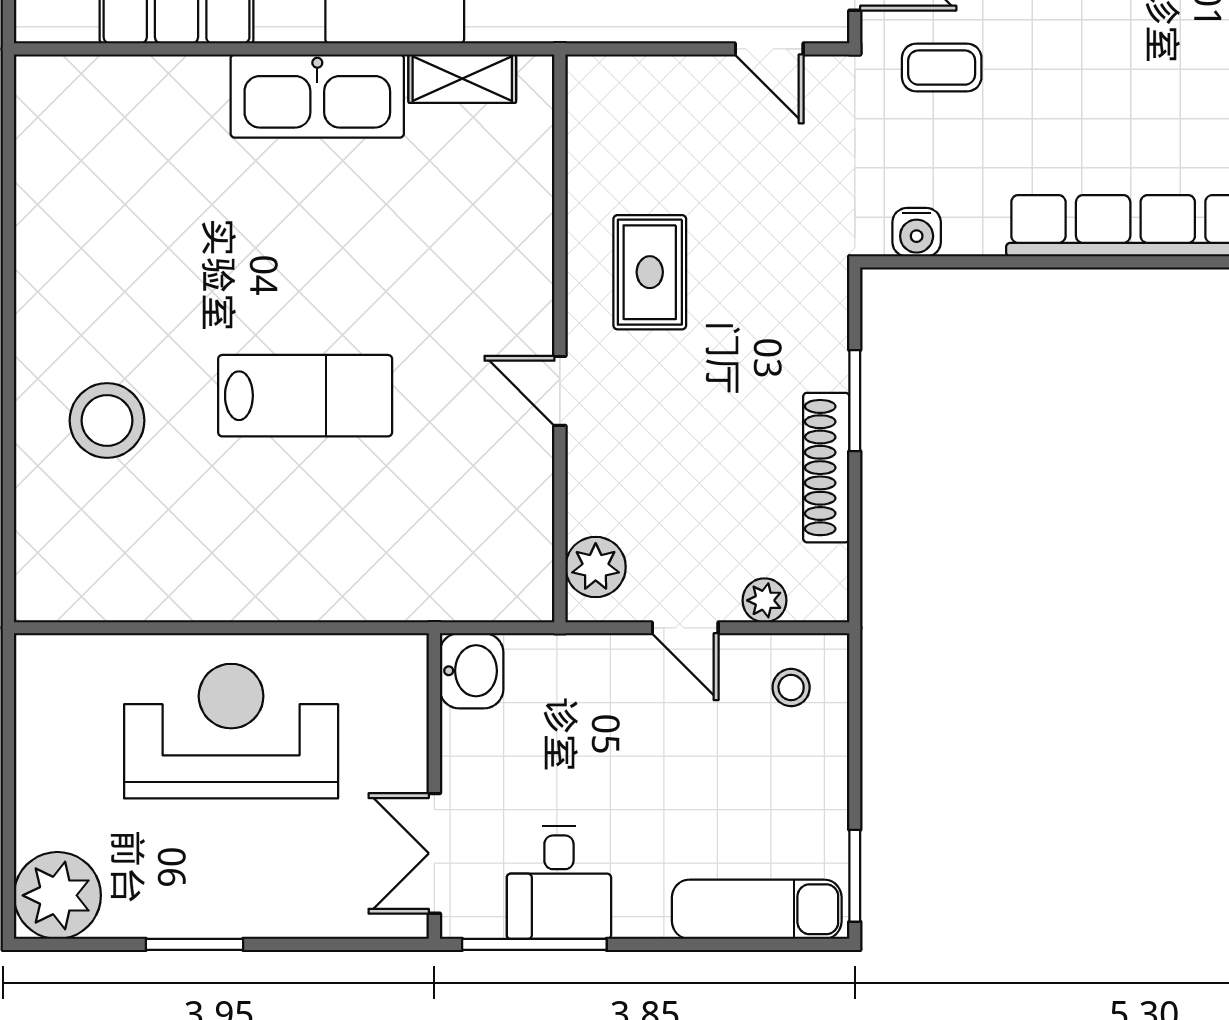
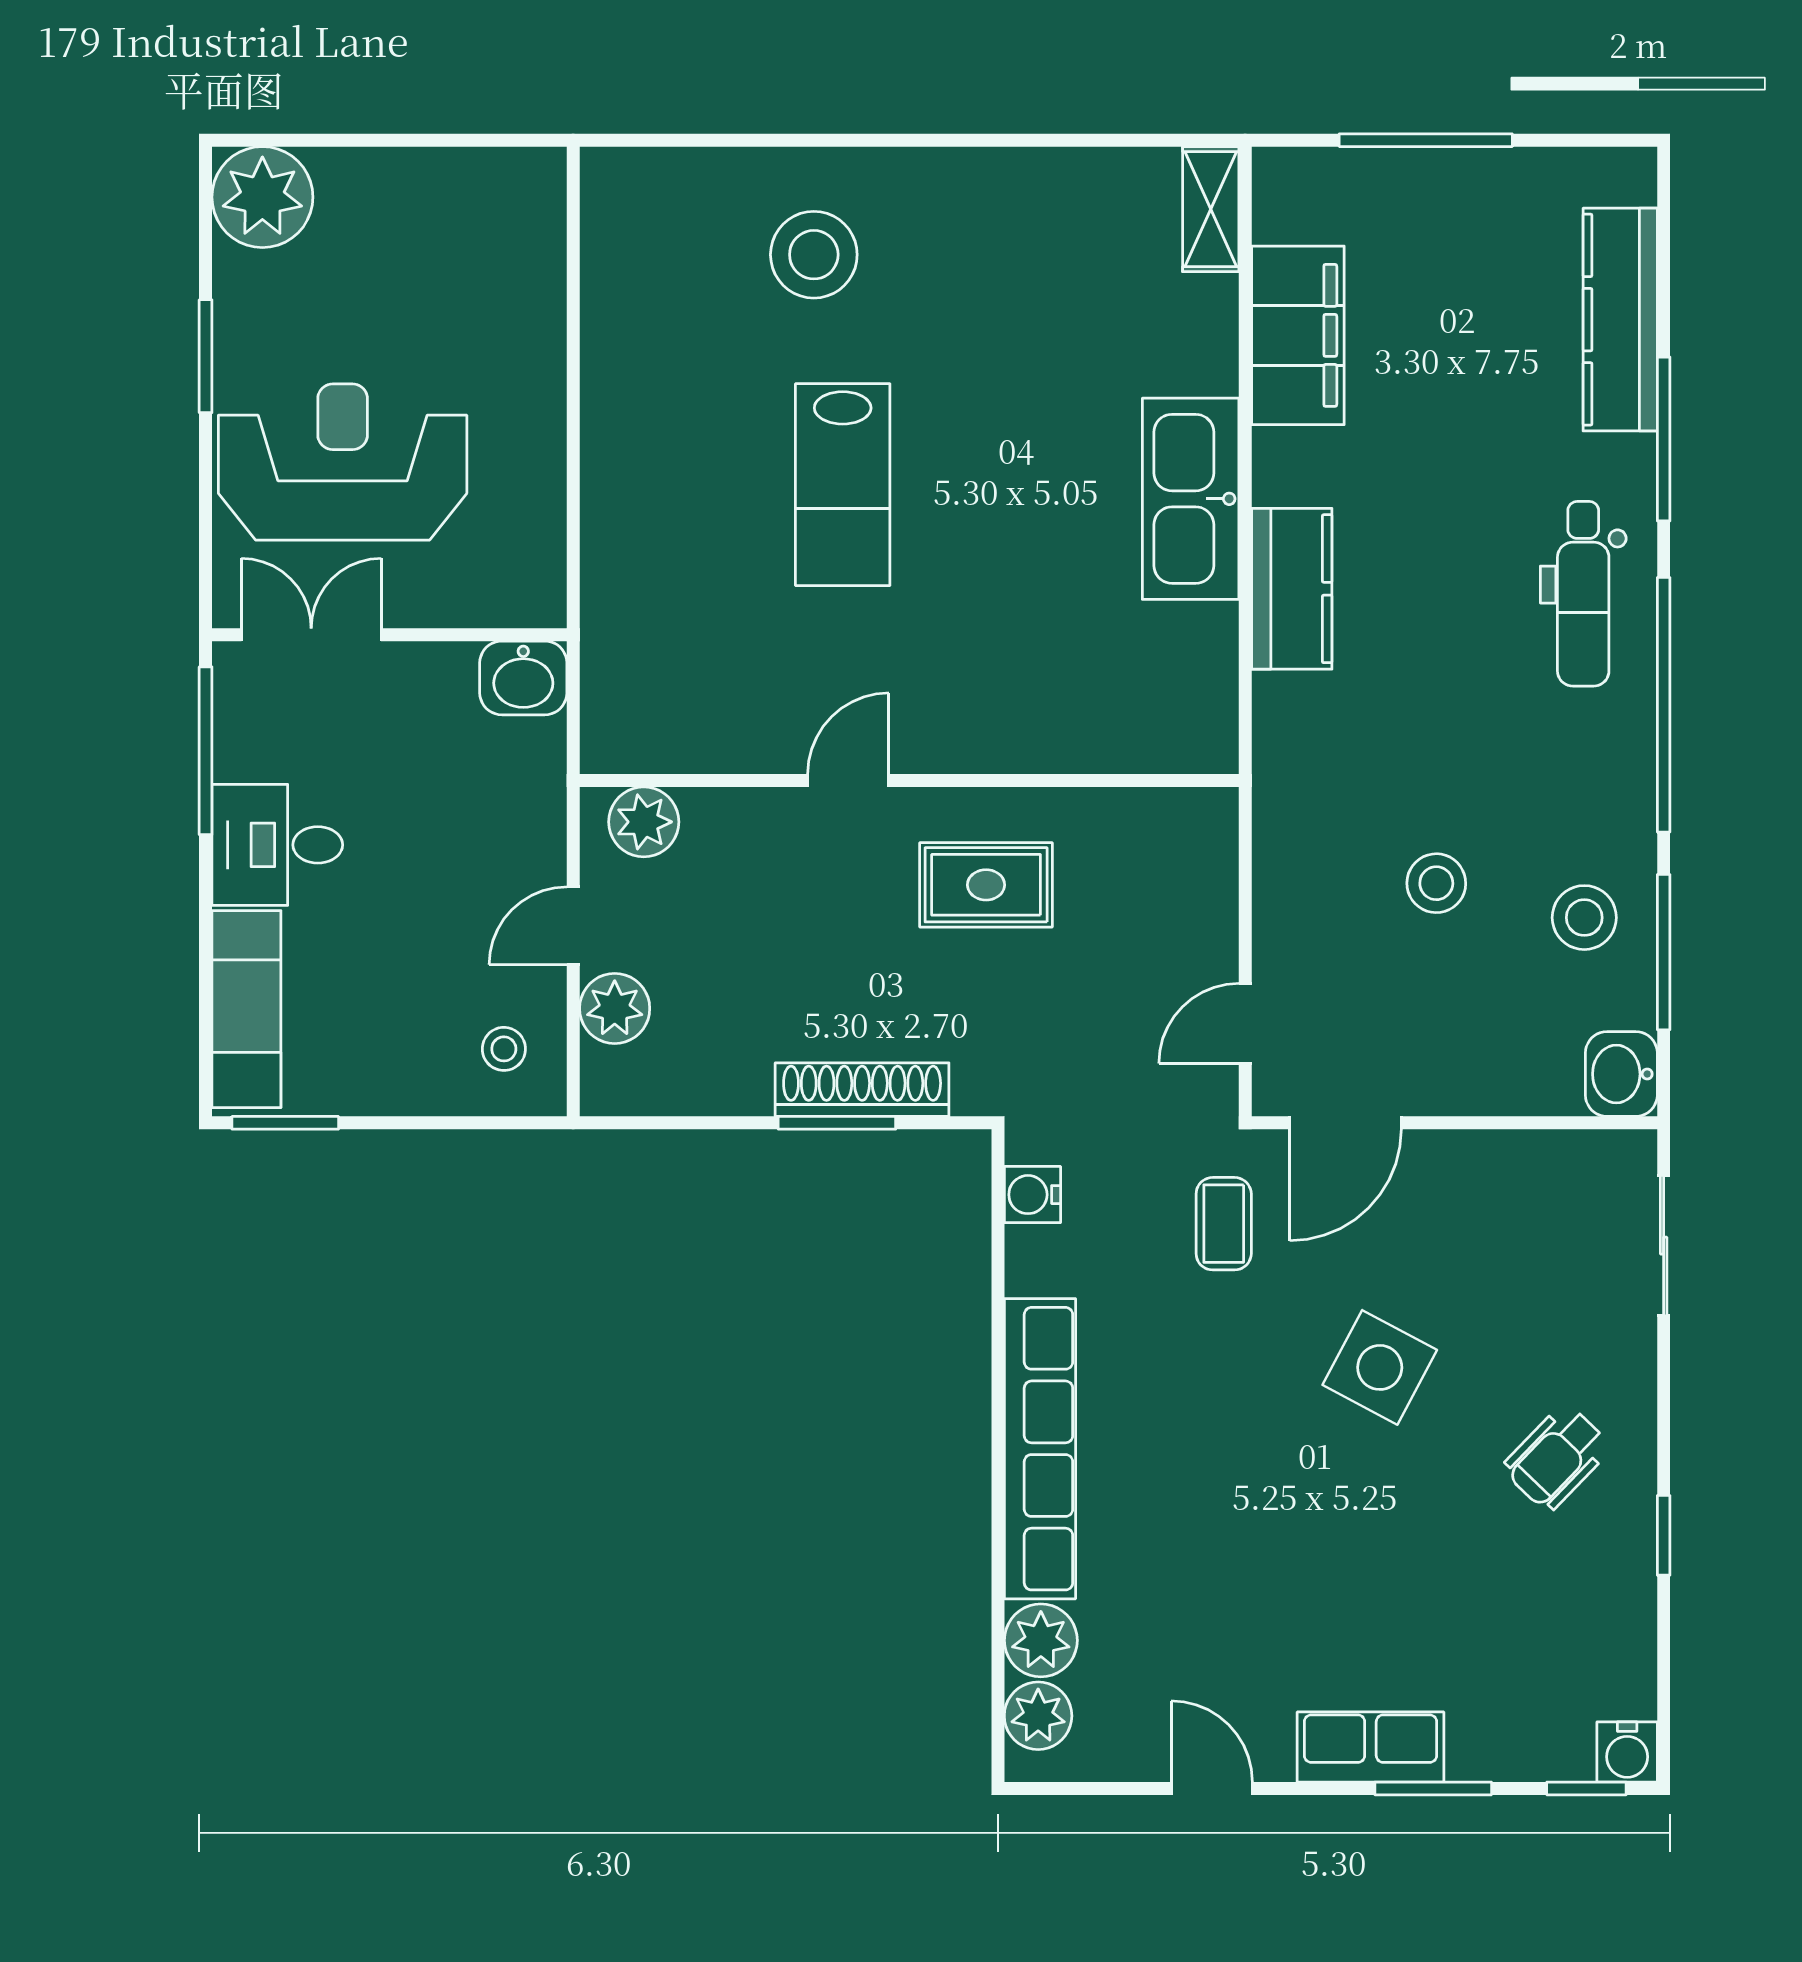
shelving: (462, 79) -> (1211, 209), moved
shoe rack: (826, 468) -> (862, 1090), moved
plant: (765, 600) -> (615, 1008), width x1.38, depth x1.38
reception desk: (231, 731) -> (343, 462), moved, turned -90
desk: (559, 883) -> (277, 845), moved

